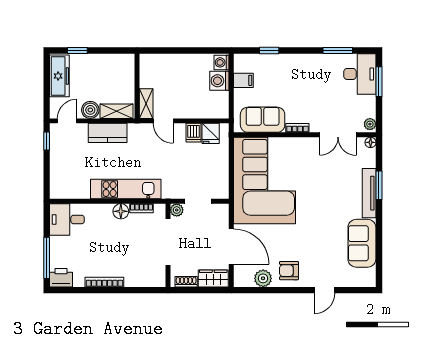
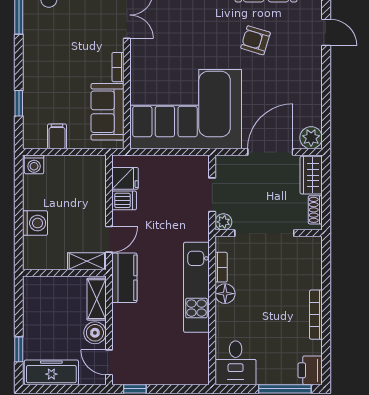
washing machine: (219, 81) -> (35, 223), moved, turned -90
kitchen counter: (108, 133) -> (124, 278), moved
armchair: (289, 271) -> (255, 40), moved, turned 107
plant: (263, 278) -> (311, 138), moved

